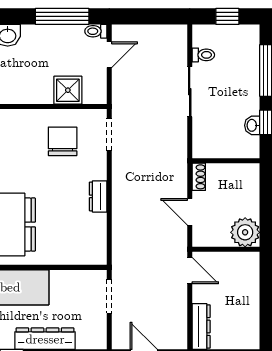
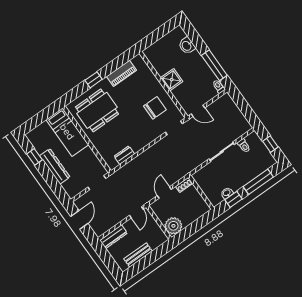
door: (109, 55) -> (198, 111), moved
shower: (68, 90) -> (172, 80), moved
dresser: (98, 196) -> (124, 155), moved
bench: (251, 310) -> (138, 255), added

